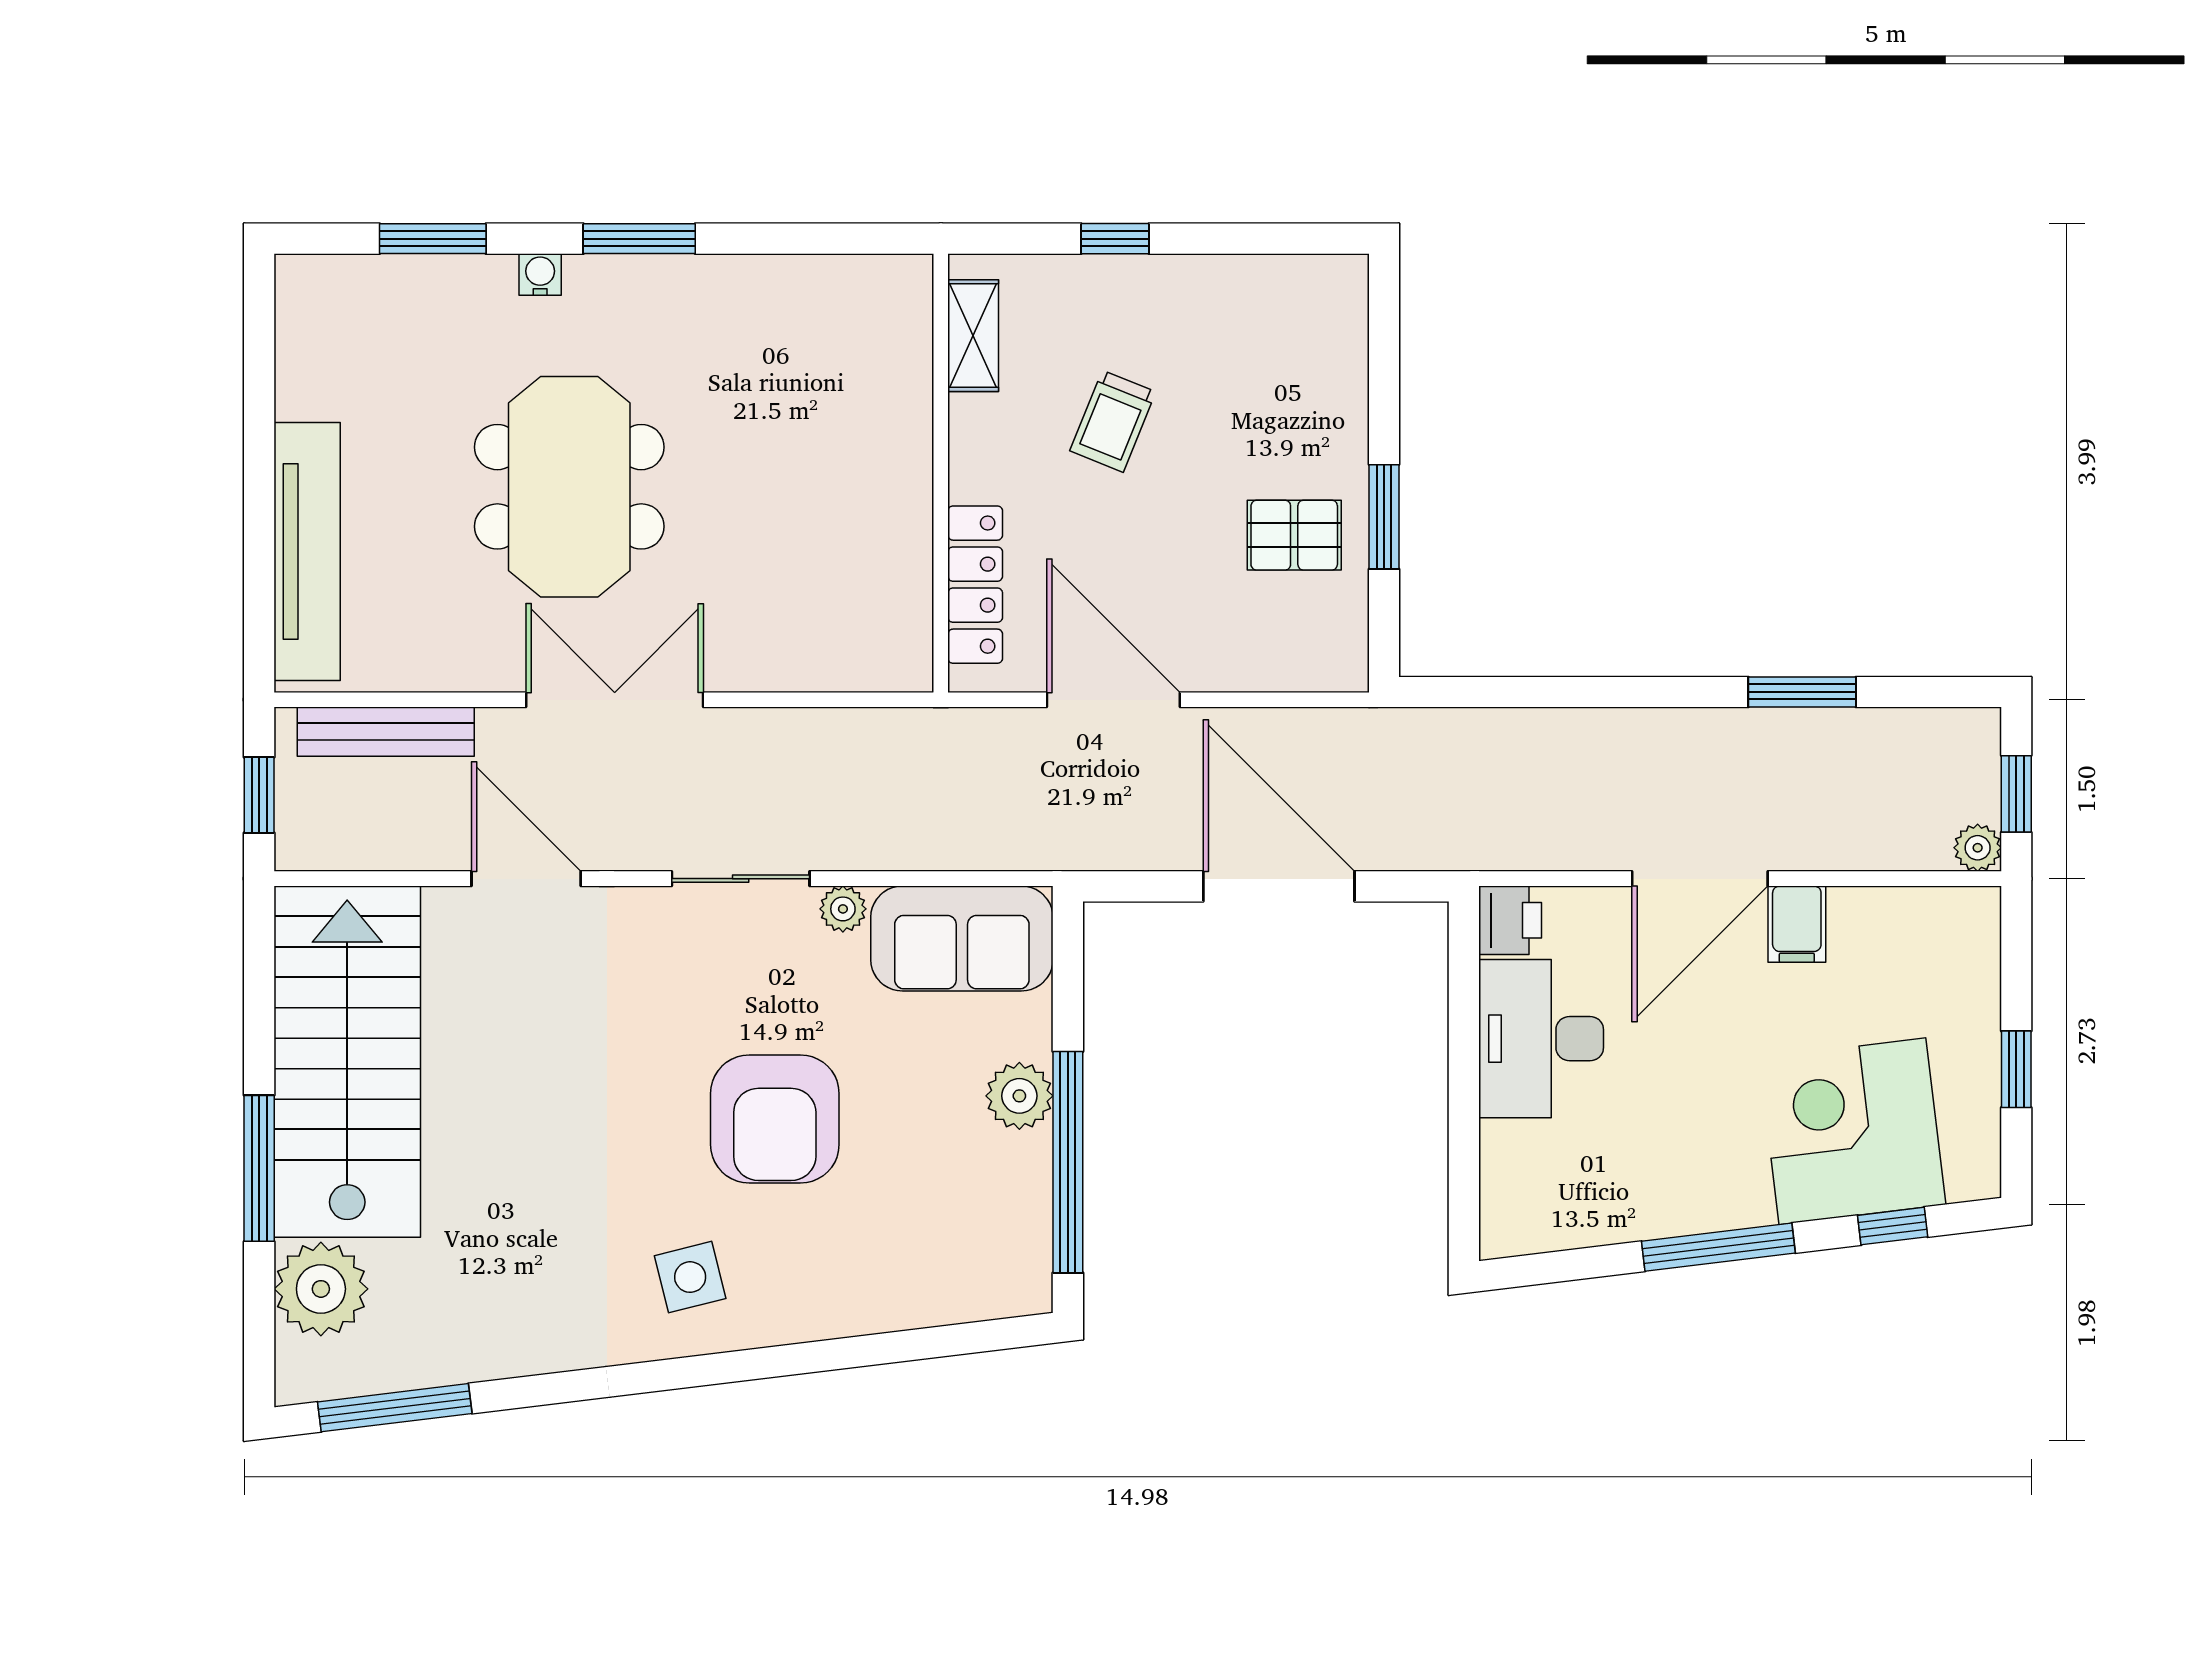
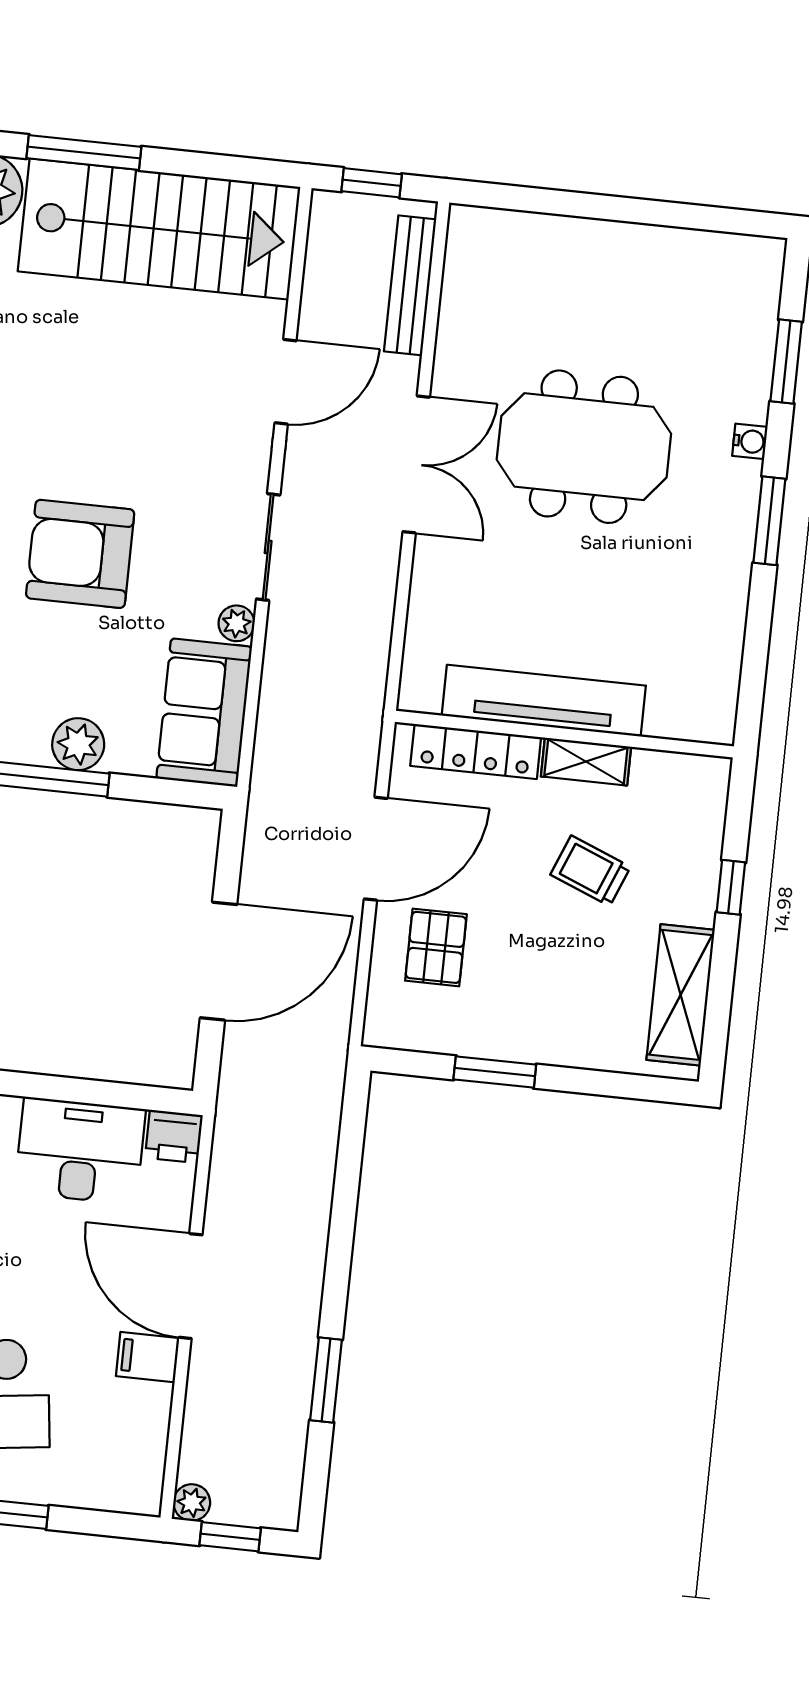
shelving: (1260, 289) -> (681, 995), added
shelving: (973, 336) -> (586, 762), moved
pallet: (1294, 535) -> (436, 947), moved
tv unit: (307, 552) -> (544, 701), moved, turned 180

